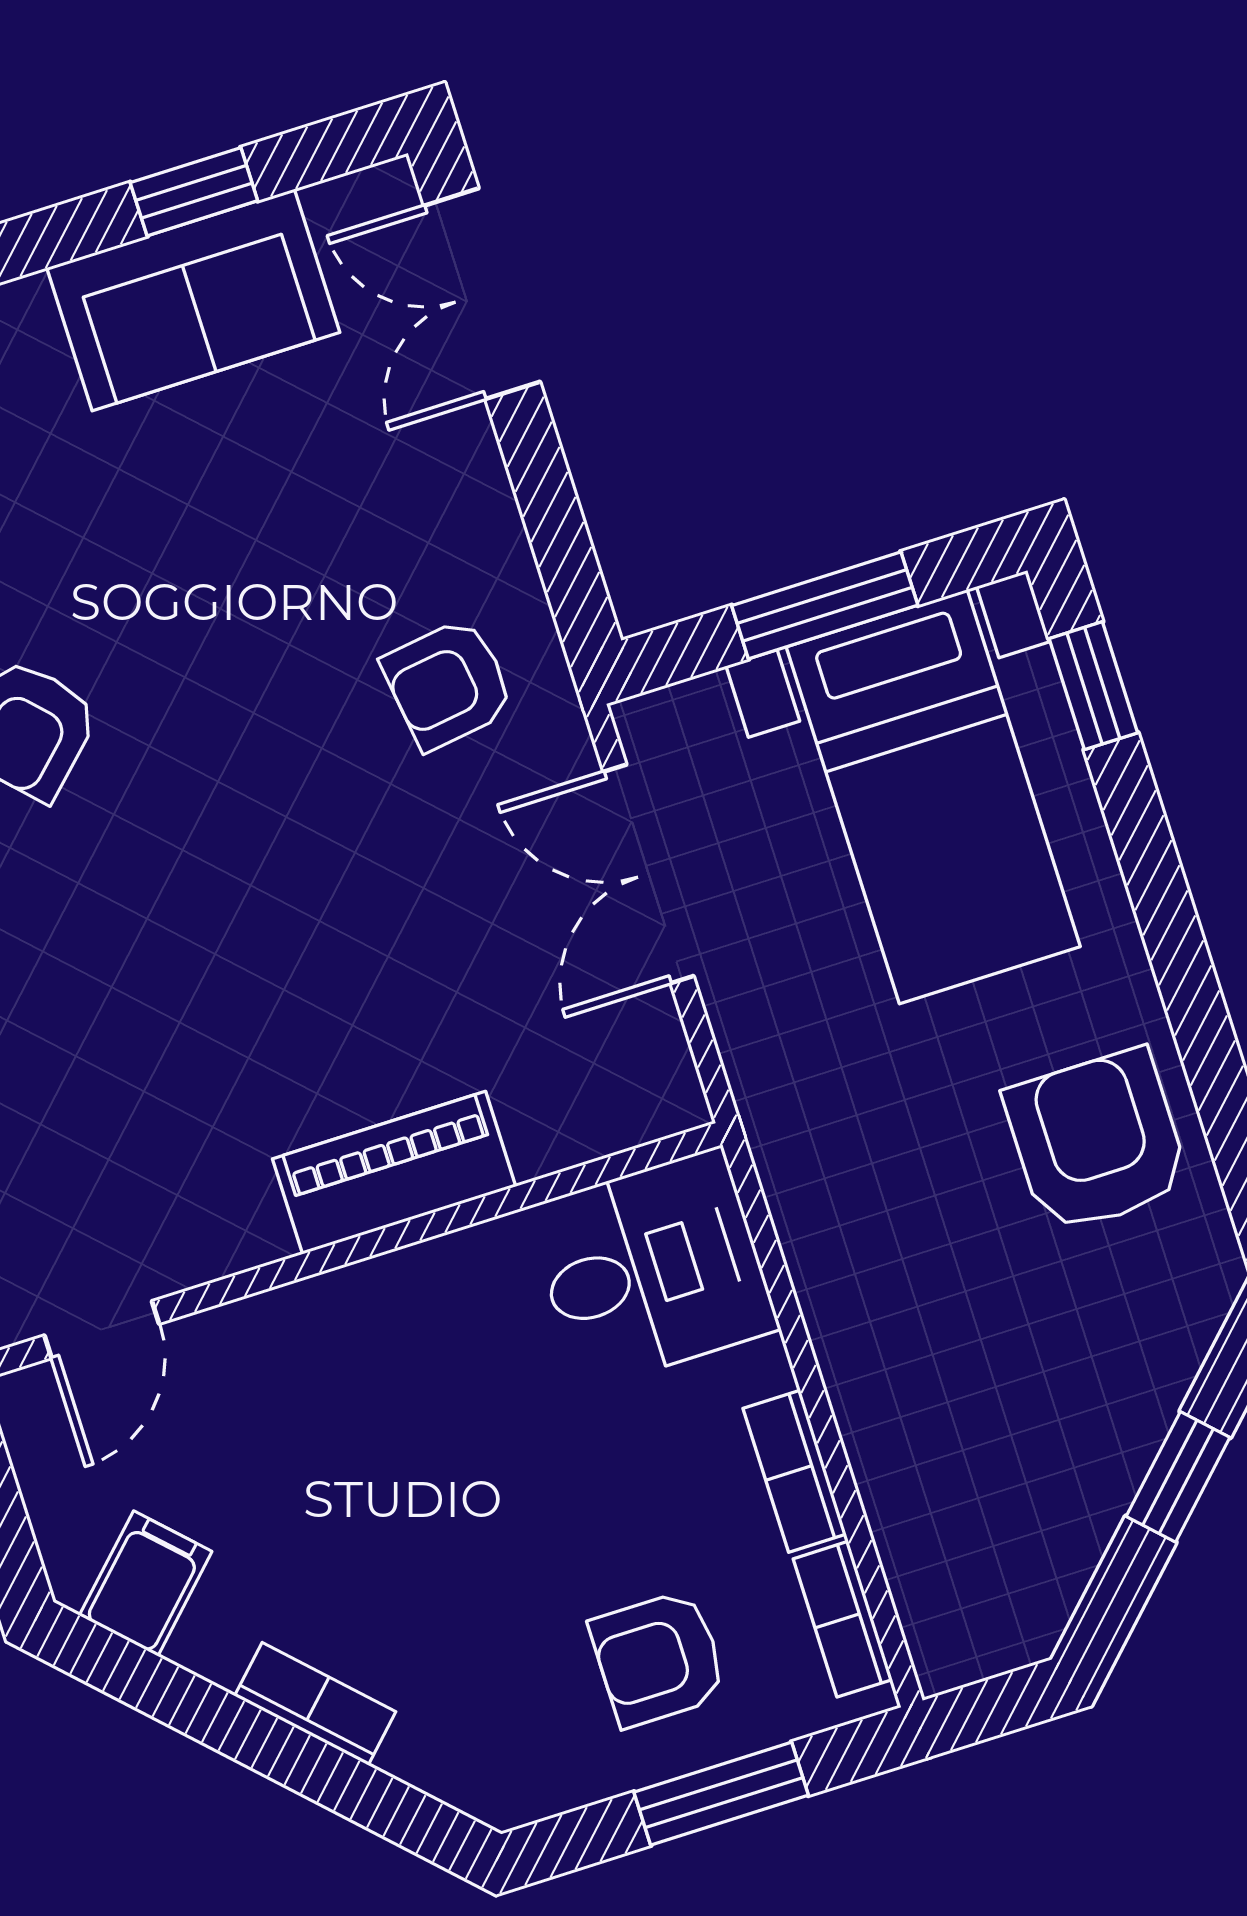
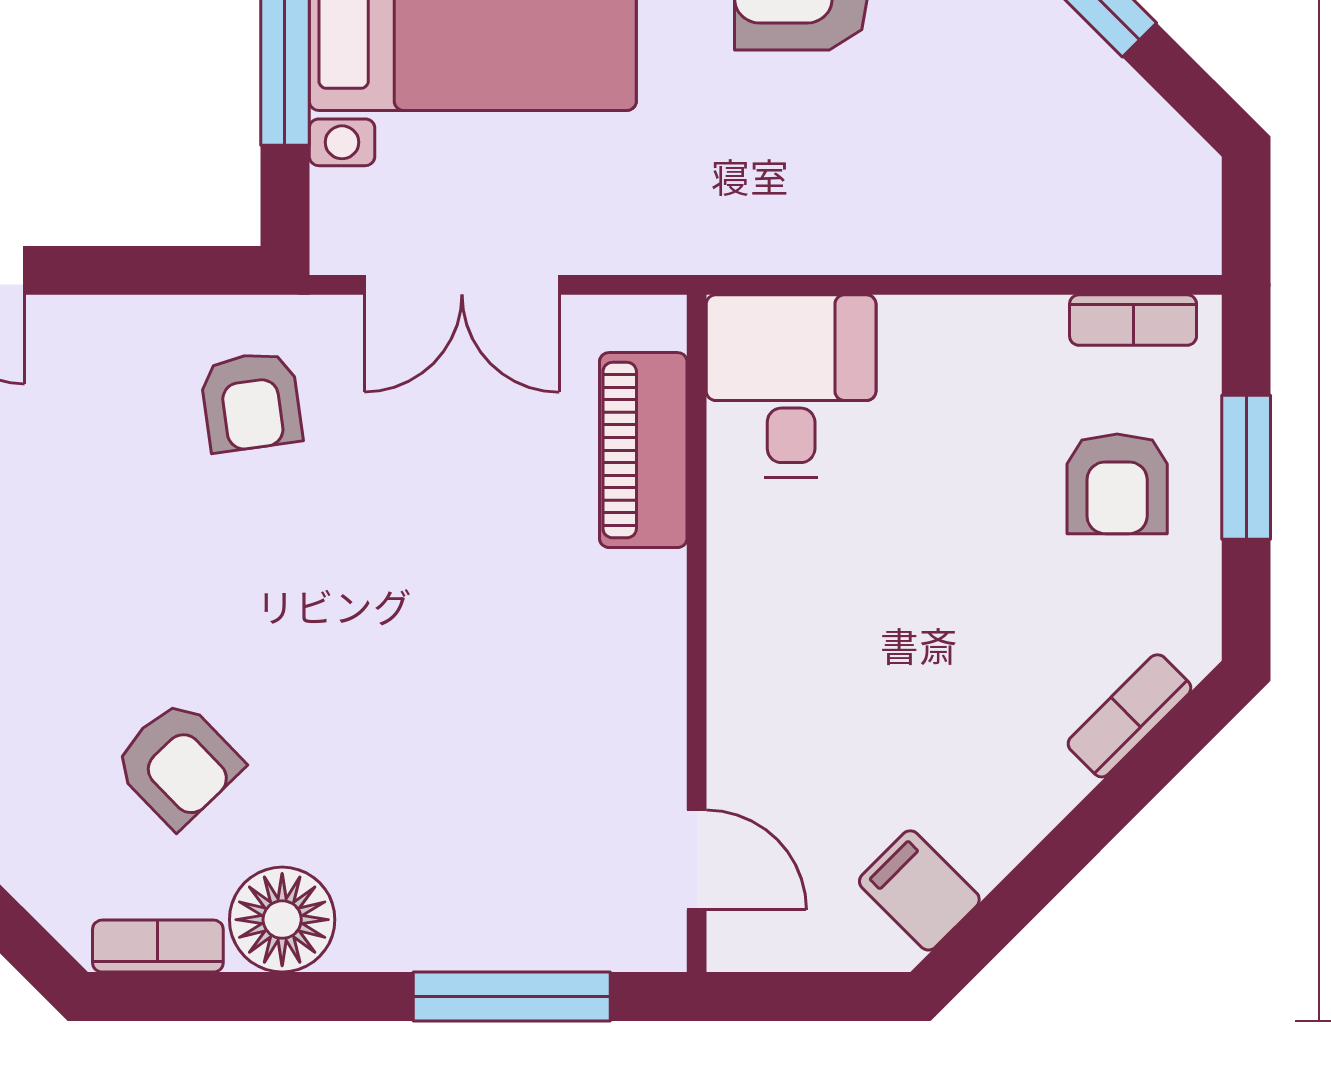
piano: (394, 1173) -> (643, 450), moved
bookcase: (795, 1471) -> (997, 321), removed
bookcase: (315, 1704) -> (1130, 716), moved

